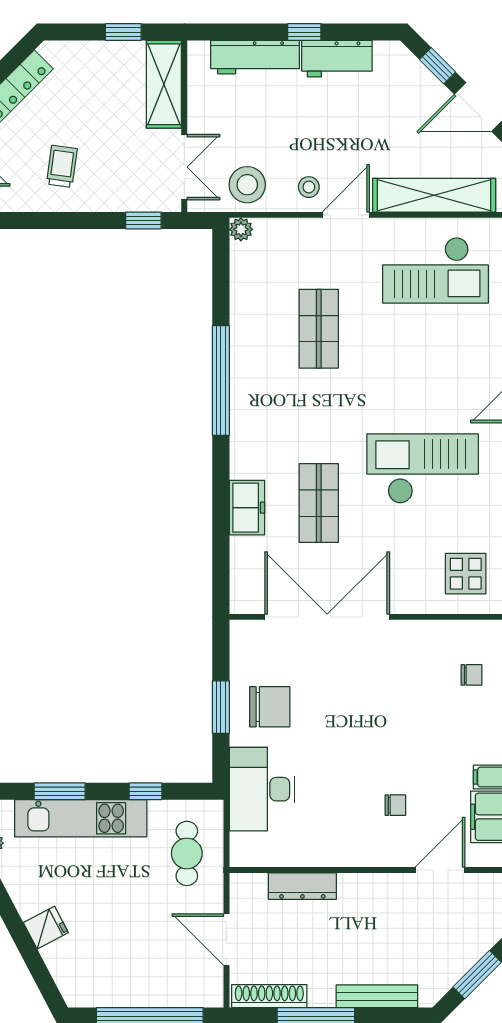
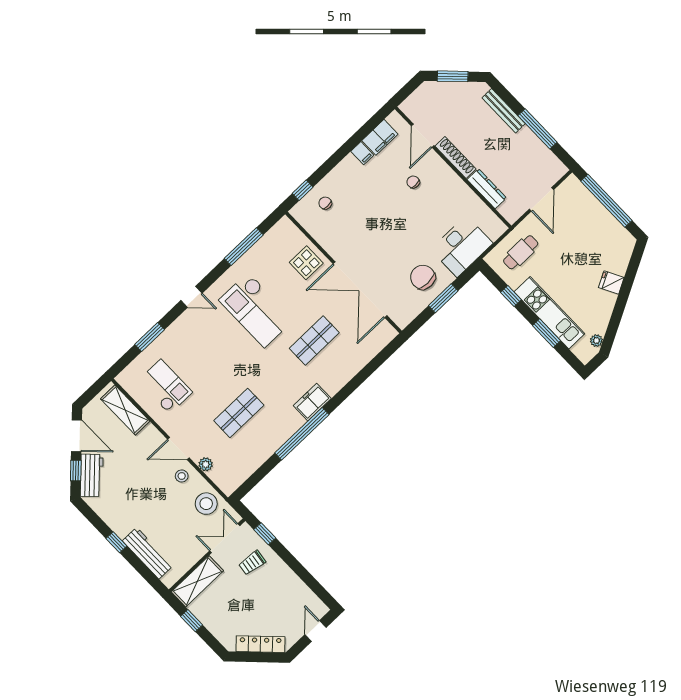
workbench: (337, 59) -> (92, 475), moved, turned 45
trolley: (62, 166) -> (252, 563), moved
shelving: (434, 195) -> (125, 410), width x0.68
plant: (241, 229) -> (206, 464), moved
checkout: (436, 270) -> (165, 387), width x0.73, depth x0.83
freezer: (247, 508) -> (312, 402), moved
display table: (466, 574) -> (306, 263), moved
door: (440, 870) -> (423, 136), hinge flipped
shoe rack: (269, 996) -> (455, 157), moved, turned 180

